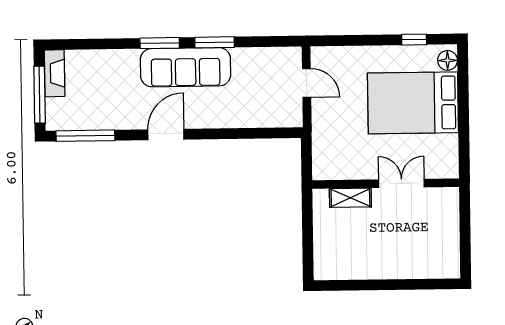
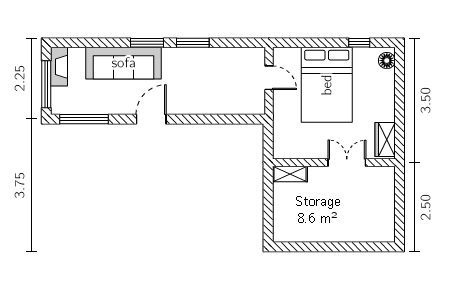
sofa: (185, 67) -> (124, 63), moved
bed: (413, 103) -> (327, 85), moved, turned -90
wardrobe: (447, 155) -> (385, 140), added
shelving: (350, 198) -> (290, 174), moved

